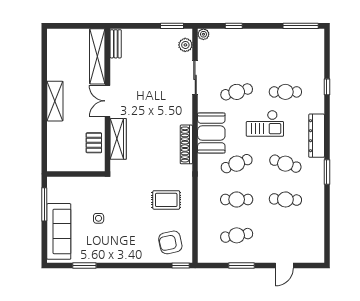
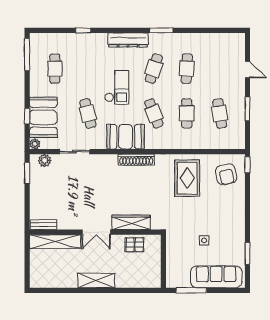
booth: (232, 43) -> (43, 117), added
cafe table: (285, 92) -> (55, 69), moved
rug: (166, 200) -> (187, 178), width x1.36, depth x1.43

